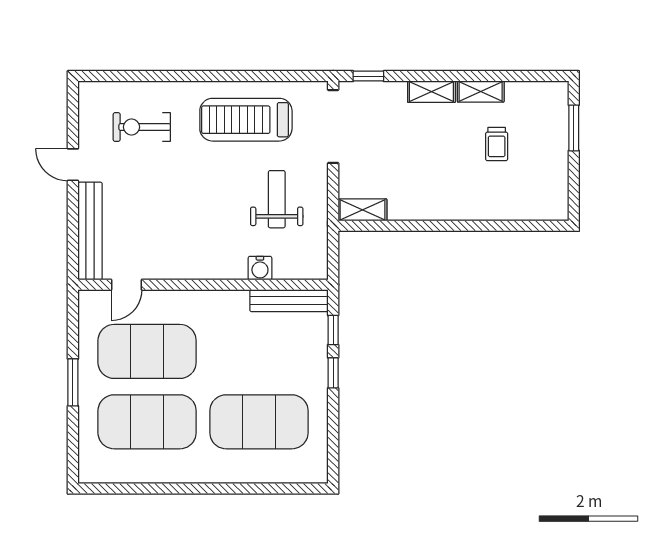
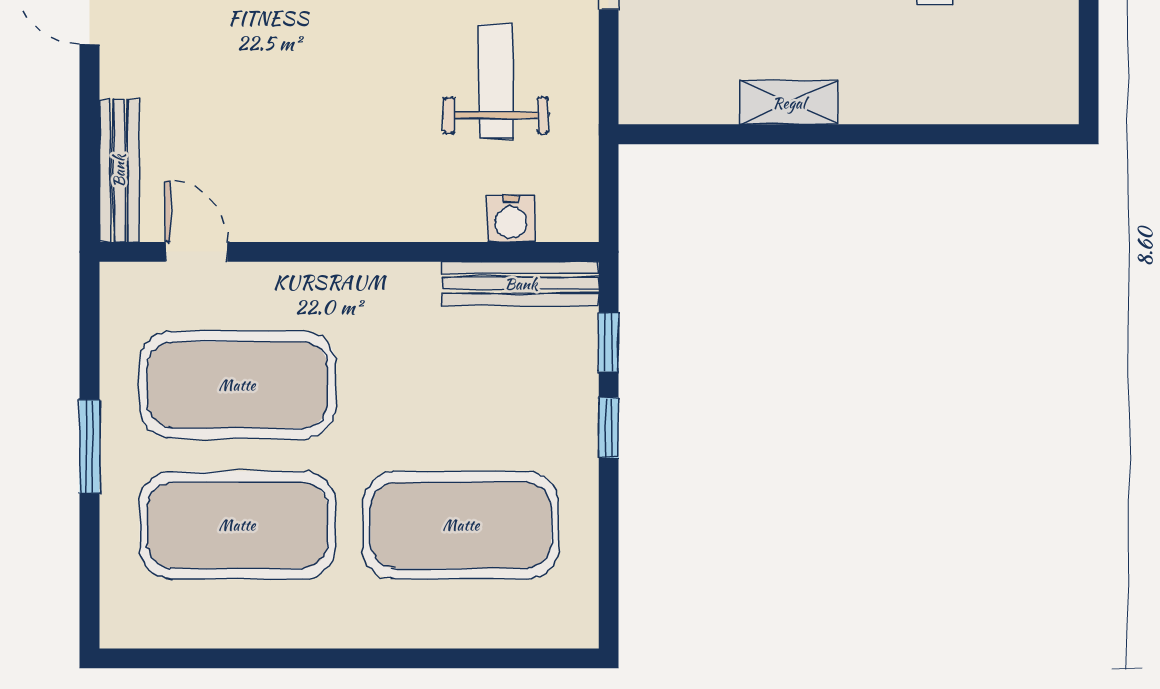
shelving: (362, 210) -> (789, 103), moved
bench: (90, 231) -> (119, 171), width x0.73, depth x0.82
water cooler: (260, 268) -> (511, 219), moved
door: (127, 285) -> (196, 252), swing flipped

